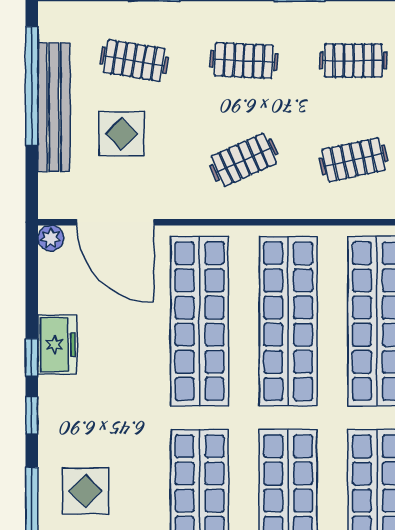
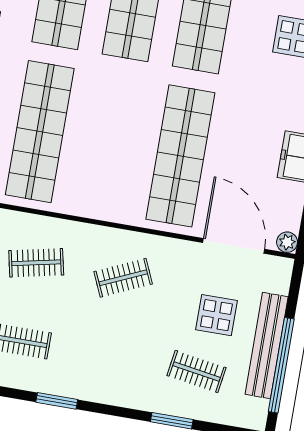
clothes rail: (244, 61) -> (110, 356), removed
shop shelf: (288, 321) -> (110, 144), removed

